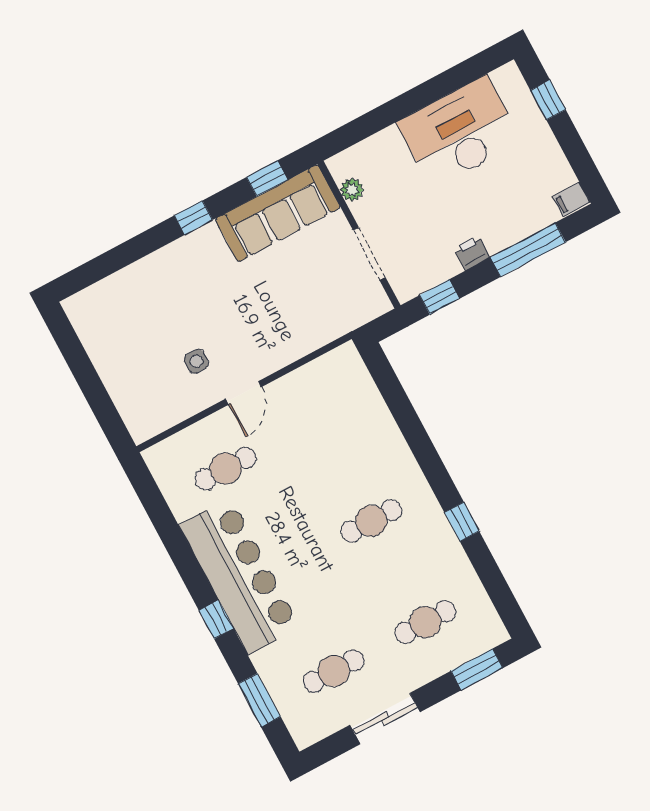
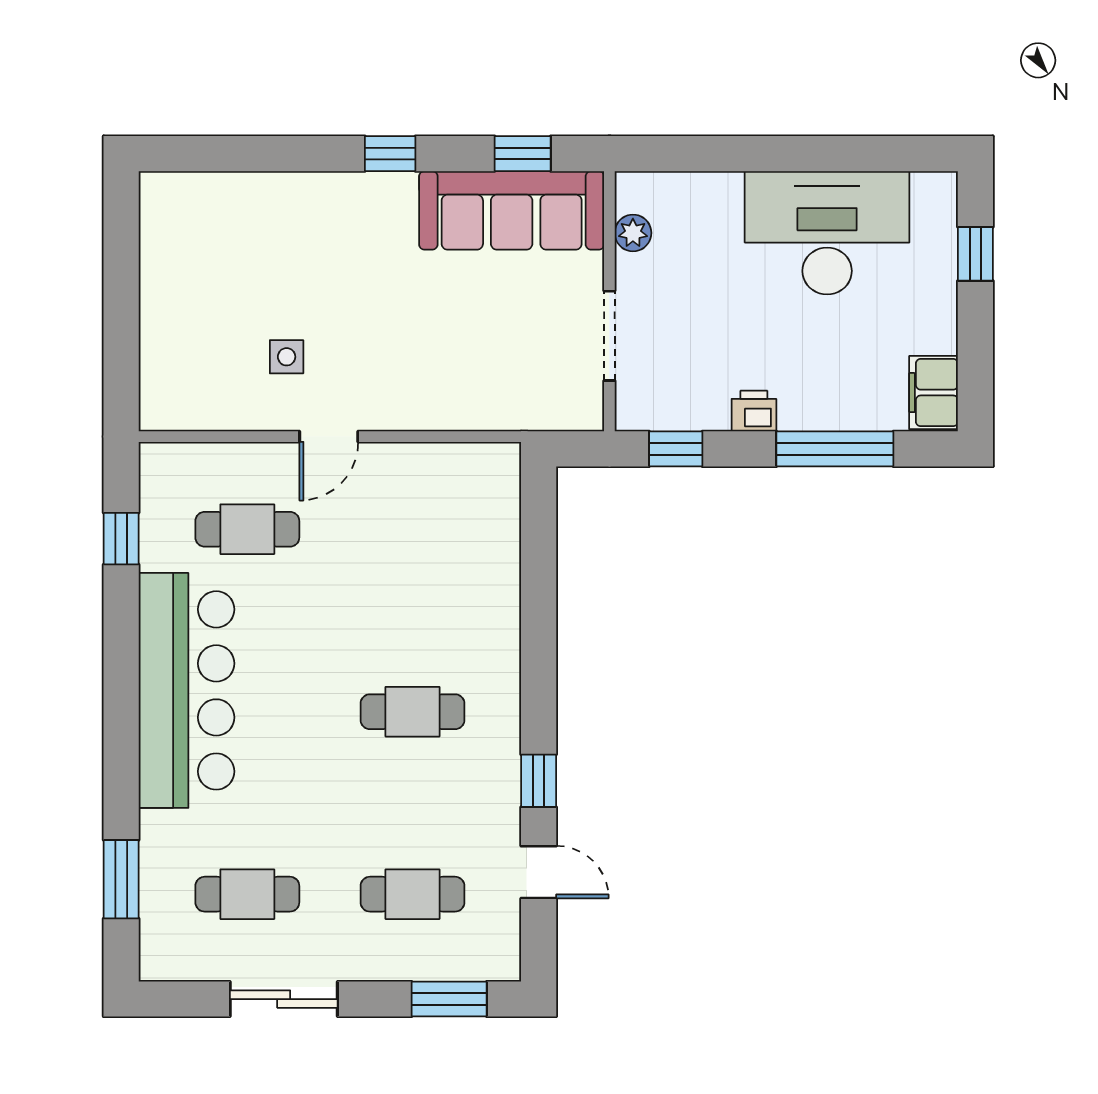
filing cabinet: (571, 199) -> (933, 393), width x2.00
door: (489, 572) -> (539, 872), added
window: (216, 619) -> (121, 539), moved

